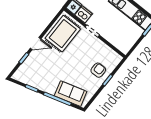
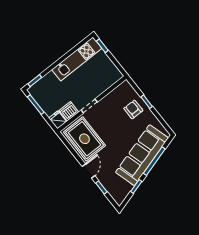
sofa: (71, 94) -> (142, 155), width x1.85, depth x1.27

